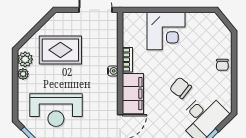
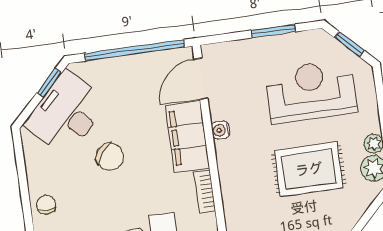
rug: (60, 50) -> (309, 169), moved
water cooler: (113, 71) -> (221, 130), moved

